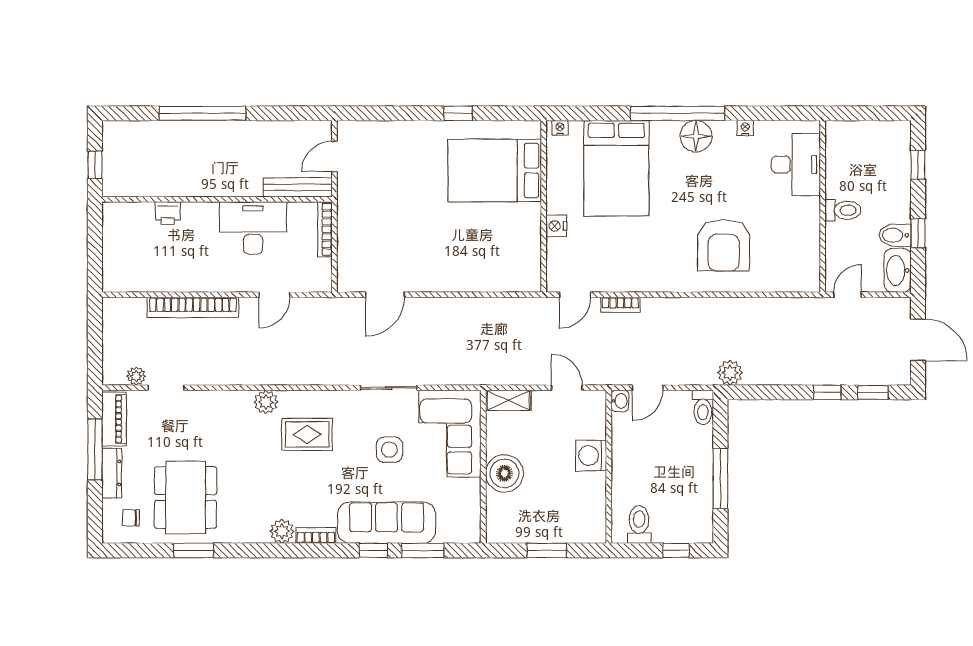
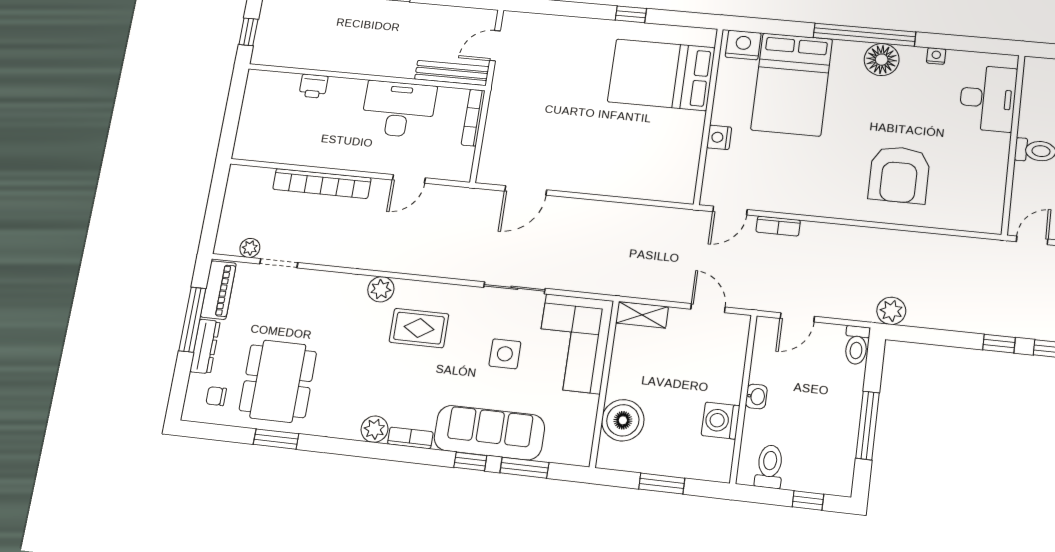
nightstand: (560, 128) -> (743, 45), width x1.89, depth x1.79
washbasin: (620, 401) -> (756, 396), moved
washing machine: (591, 456) -> (721, 421), moved
boiler: (504, 473) -> (623, 420), moved

